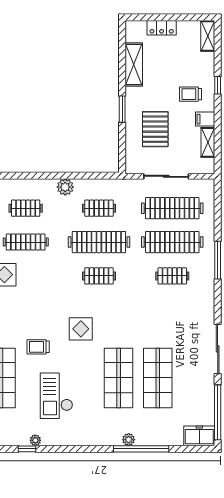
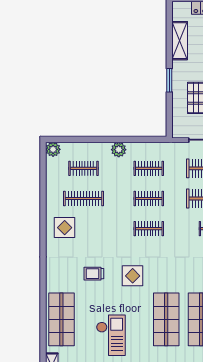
clothes rail: (99, 242) -> (149, 199), width x0.54, depth x0.76
trolley: (38, 347) -> (94, 274), moved
checkout: (56, 396) -> (111, 335), turned 180

